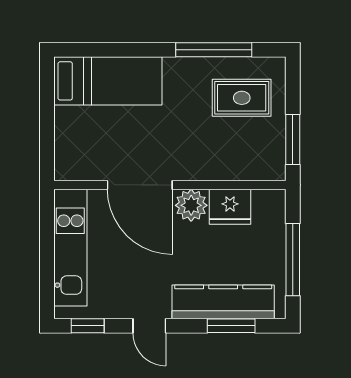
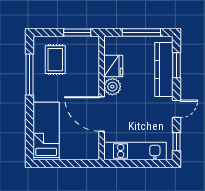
door: (140, 185) -> (102, 114), swing flipped

